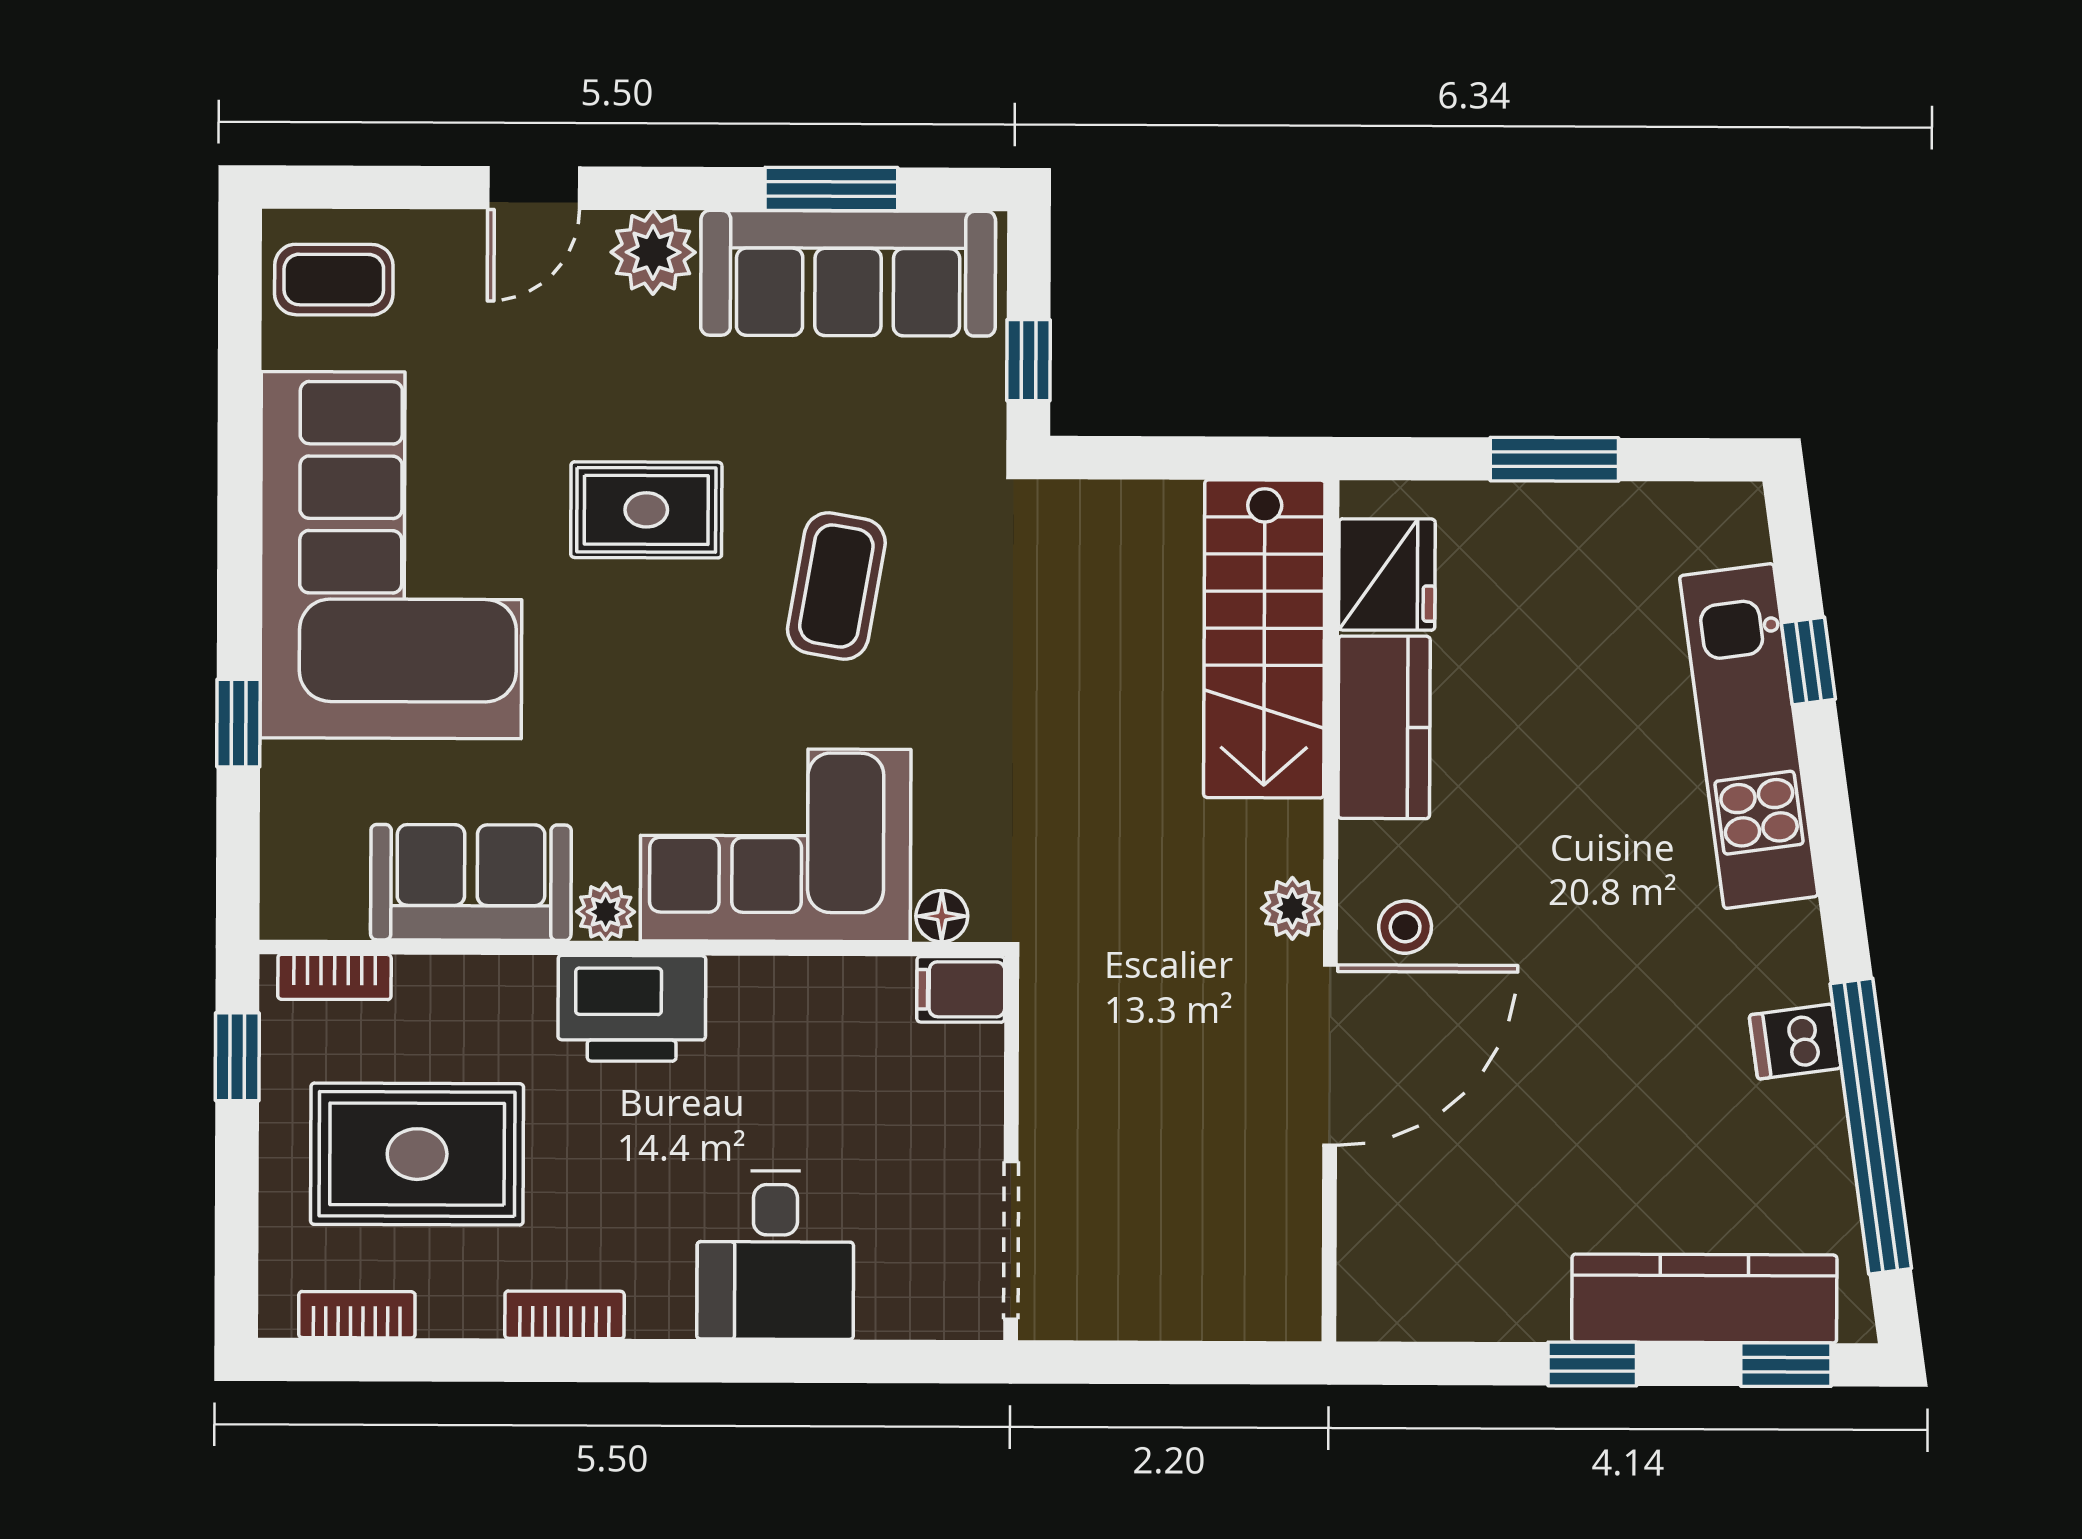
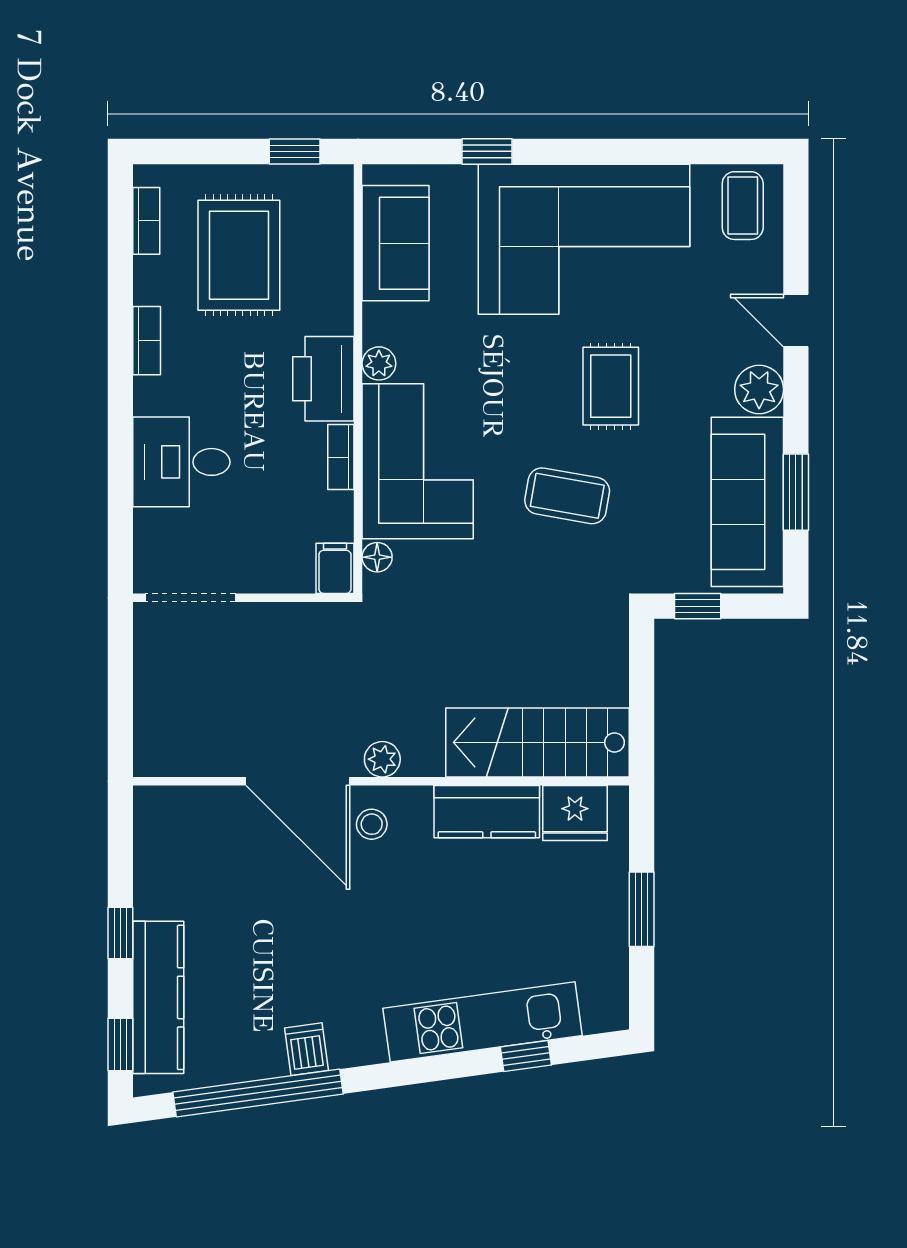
sofa: (471, 882) -> (396, 243), moved
bookcase: (334, 977) -> (341, 457), moved

